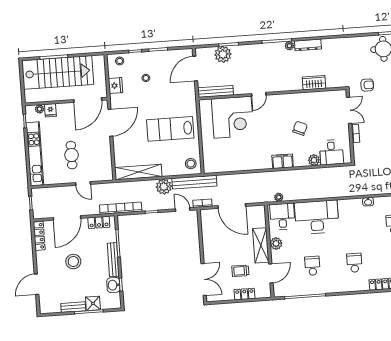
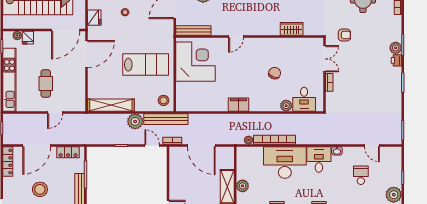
corner desk: (233, 117) -> (196, 62), moved, turned -90
lab bench: (170, 129) -> (146, 65), turned 180
filing cabinet: (283, 161) -> (238, 105), moved
door: (83, 183) -> (55, 113), hinge flipped
bookcase: (121, 208) -> (275, 140), moved
desk: (282, 217) -> (319, 160), moved

